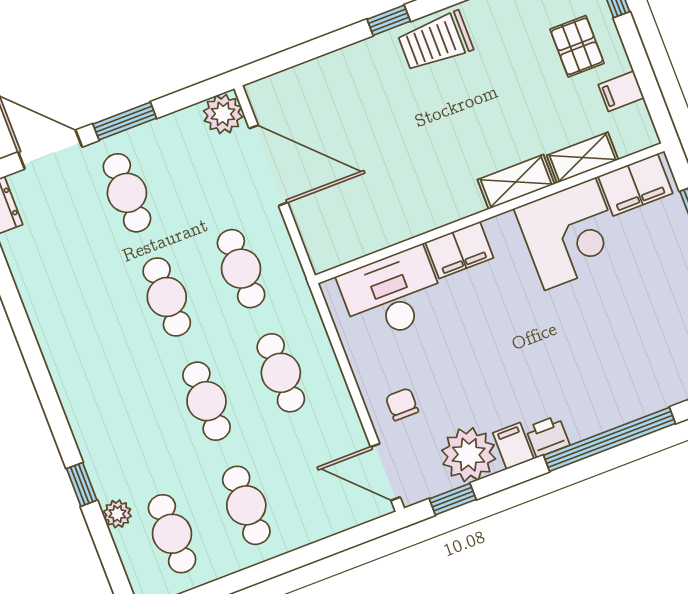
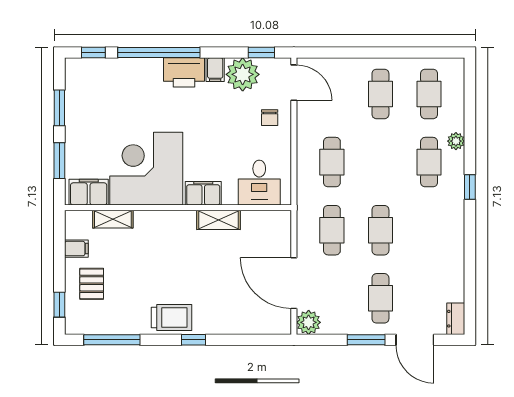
shelving: (516, 182) -> (218, 220), moved
corner desk: (570, 234) -> (146, 169), width x1.36, depth x1.36
desk: (392, 294) -> (259, 183), width x0.73
cafe table: (207, 401) -> (429, 162), moved
printer: (548, 436) -> (184, 72), width x1.87, depth x1.48
window: (82, 484) -> (470, 187), moved
plant: (117, 514) -> (456, 141), moved

